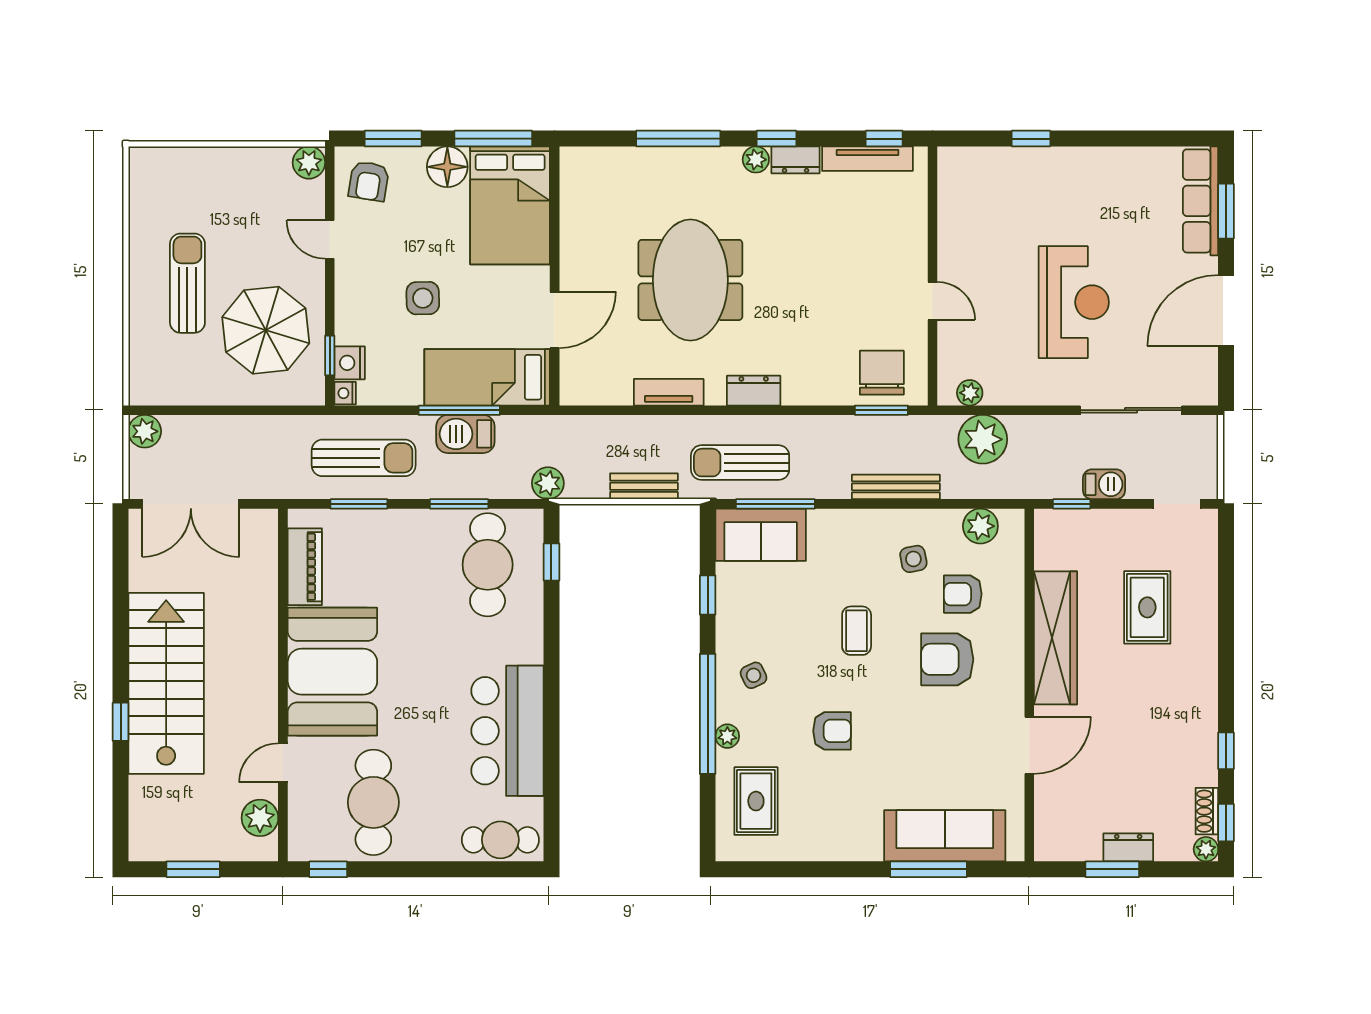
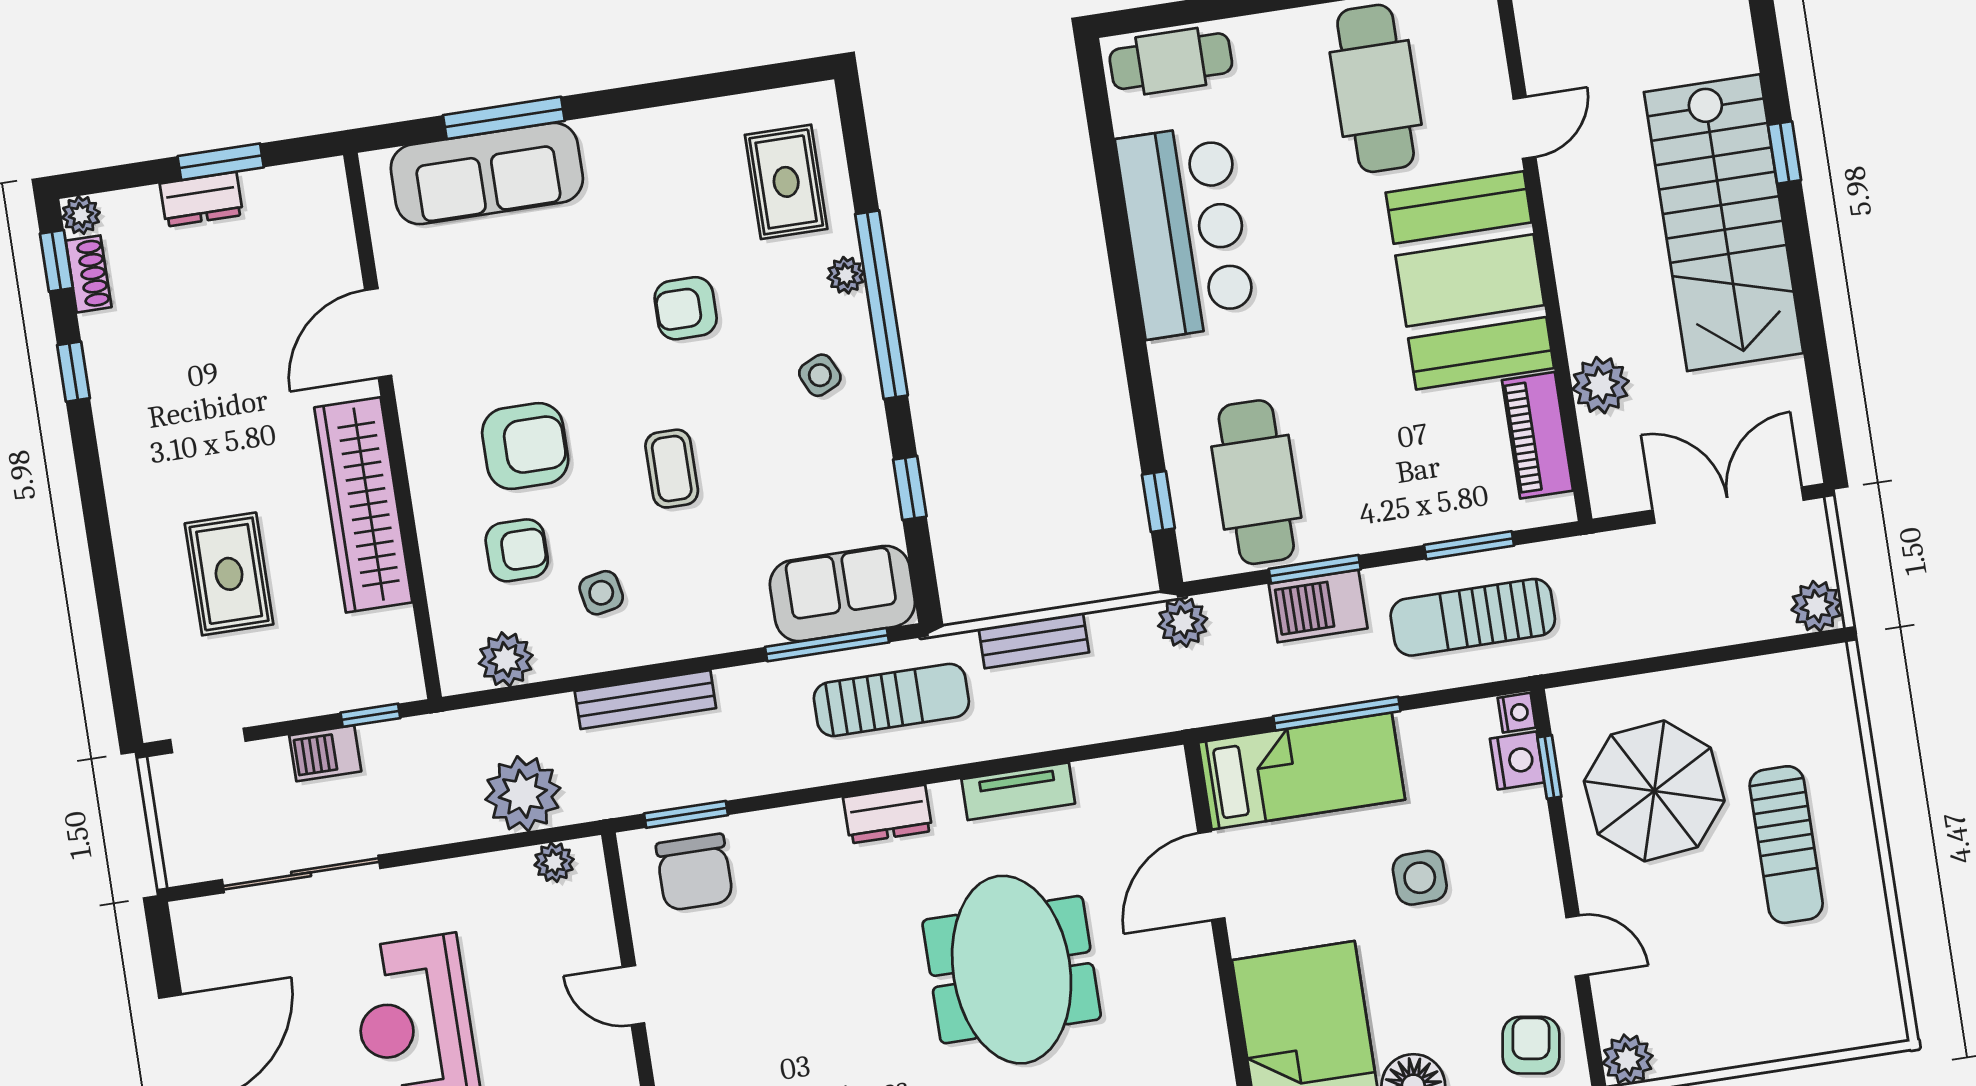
barbecue: (465, 434) -> (1318, 606), moved, turned 180
plant: (260, 818) -> (1601, 385), moved

